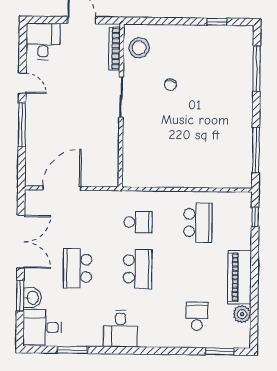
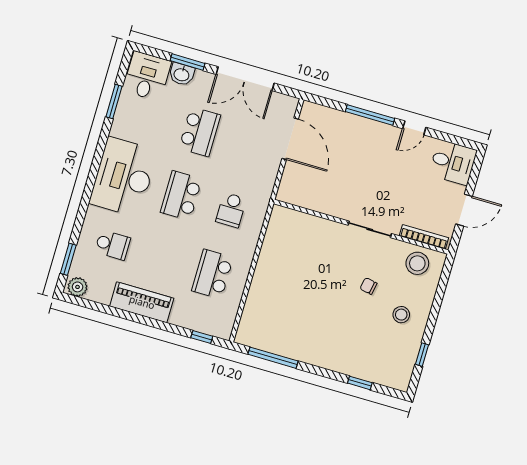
stool: (187, 49) -> (401, 315), added
window: (257, 69) -> (360, 383), width x0.46
school desk: (198, 223) -> (212, 274), turned 90
school desk: (78, 268) -> (200, 132), turned 90
school desk: (137, 269) -> (181, 196), turned 90
plant: (242, 314) -> (78, 287), moved
desk: (120, 329) -> (123, 177), width x1.87, depth x1.30

